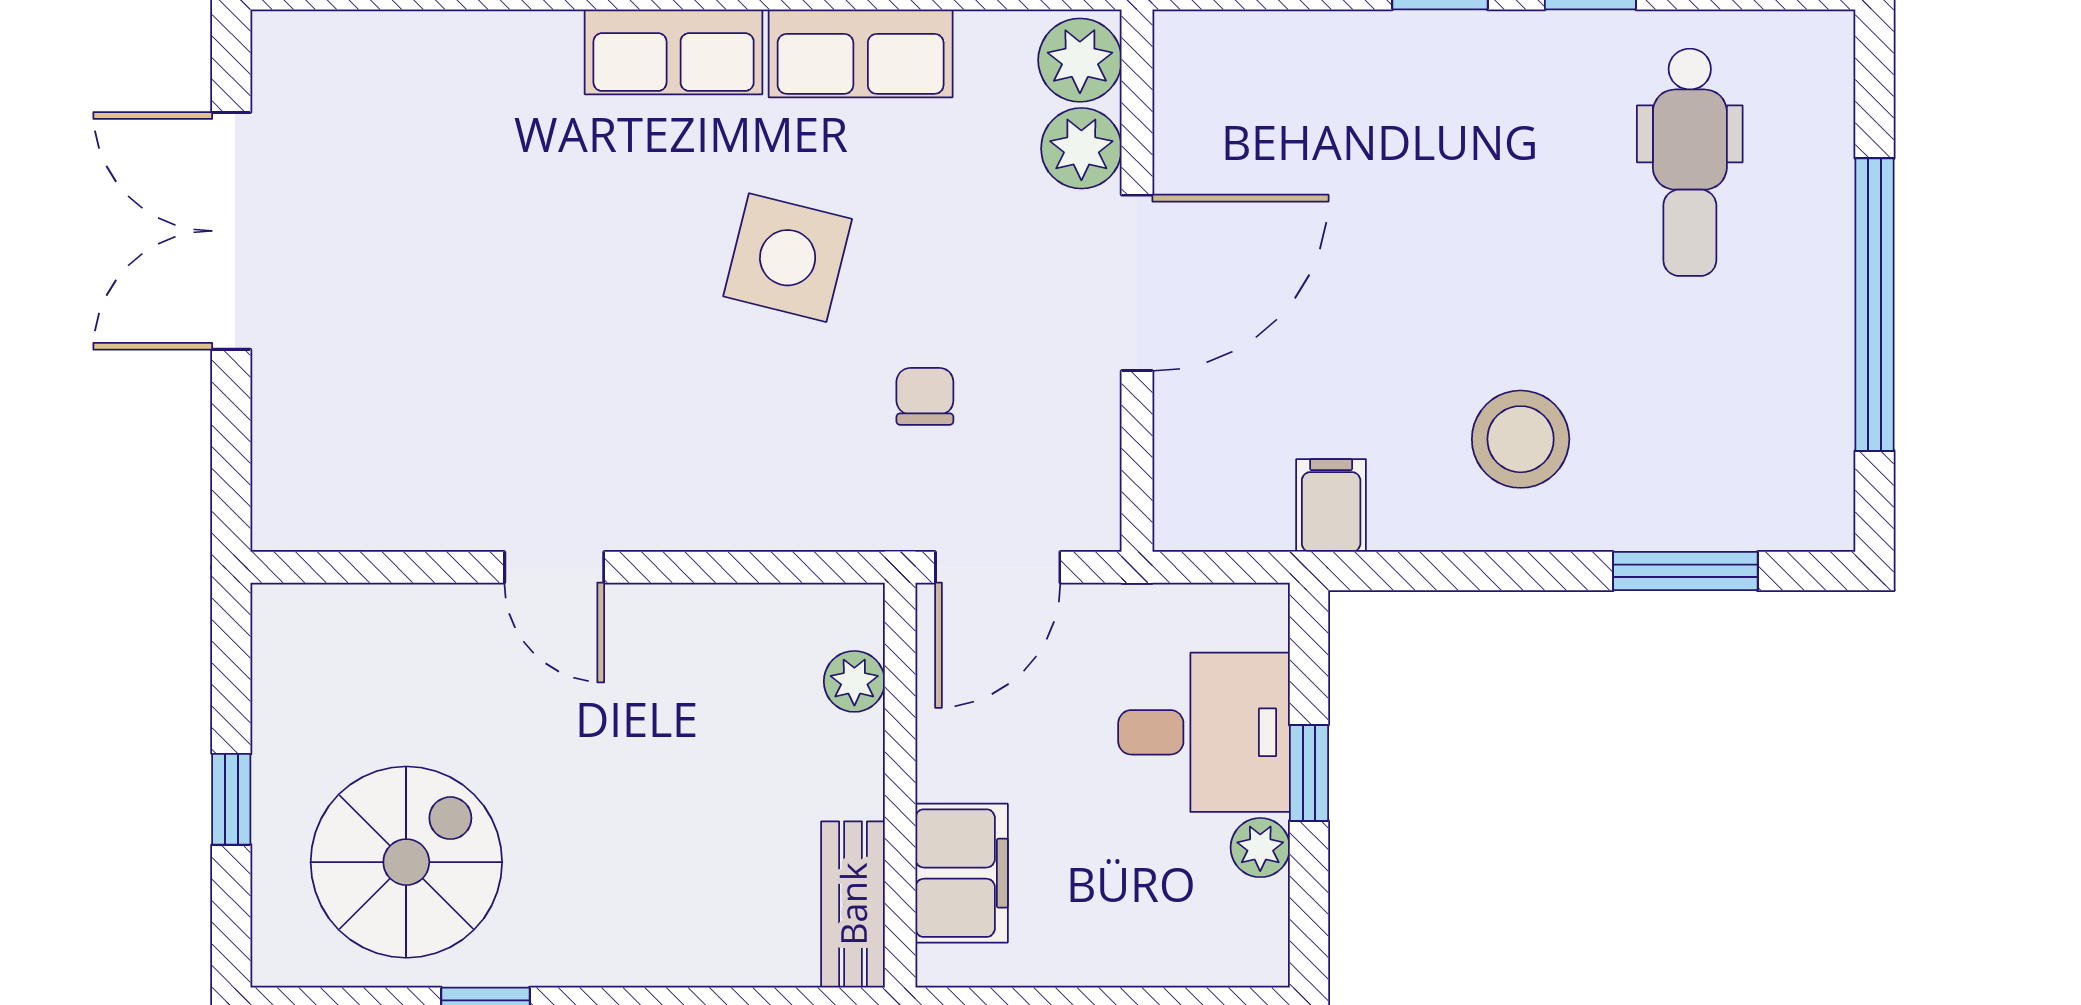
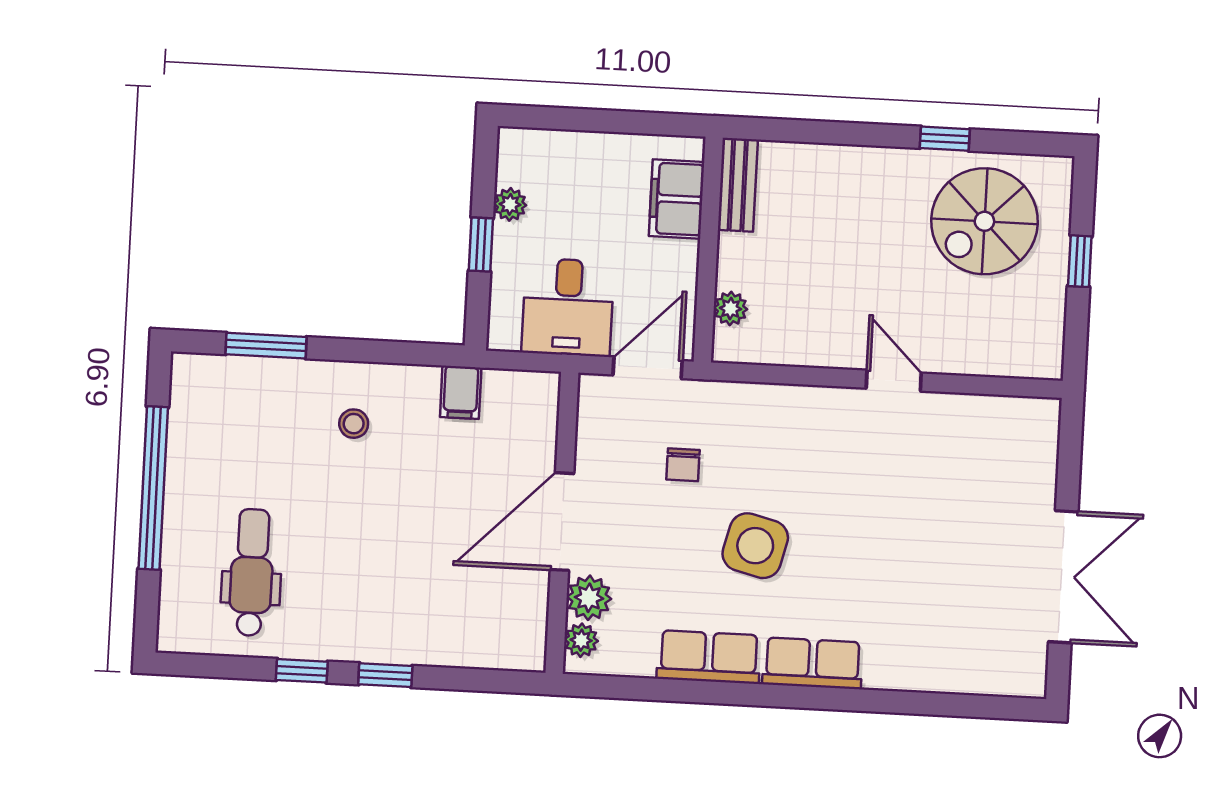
plant: (1080, 60) -> (581, 640), width x0.73, depth x0.73
stool: (1521, 439) -> (354, 424), width x0.53, depth x0.53
desk: (1204, 732) -> (568, 307), moved, turned -90

